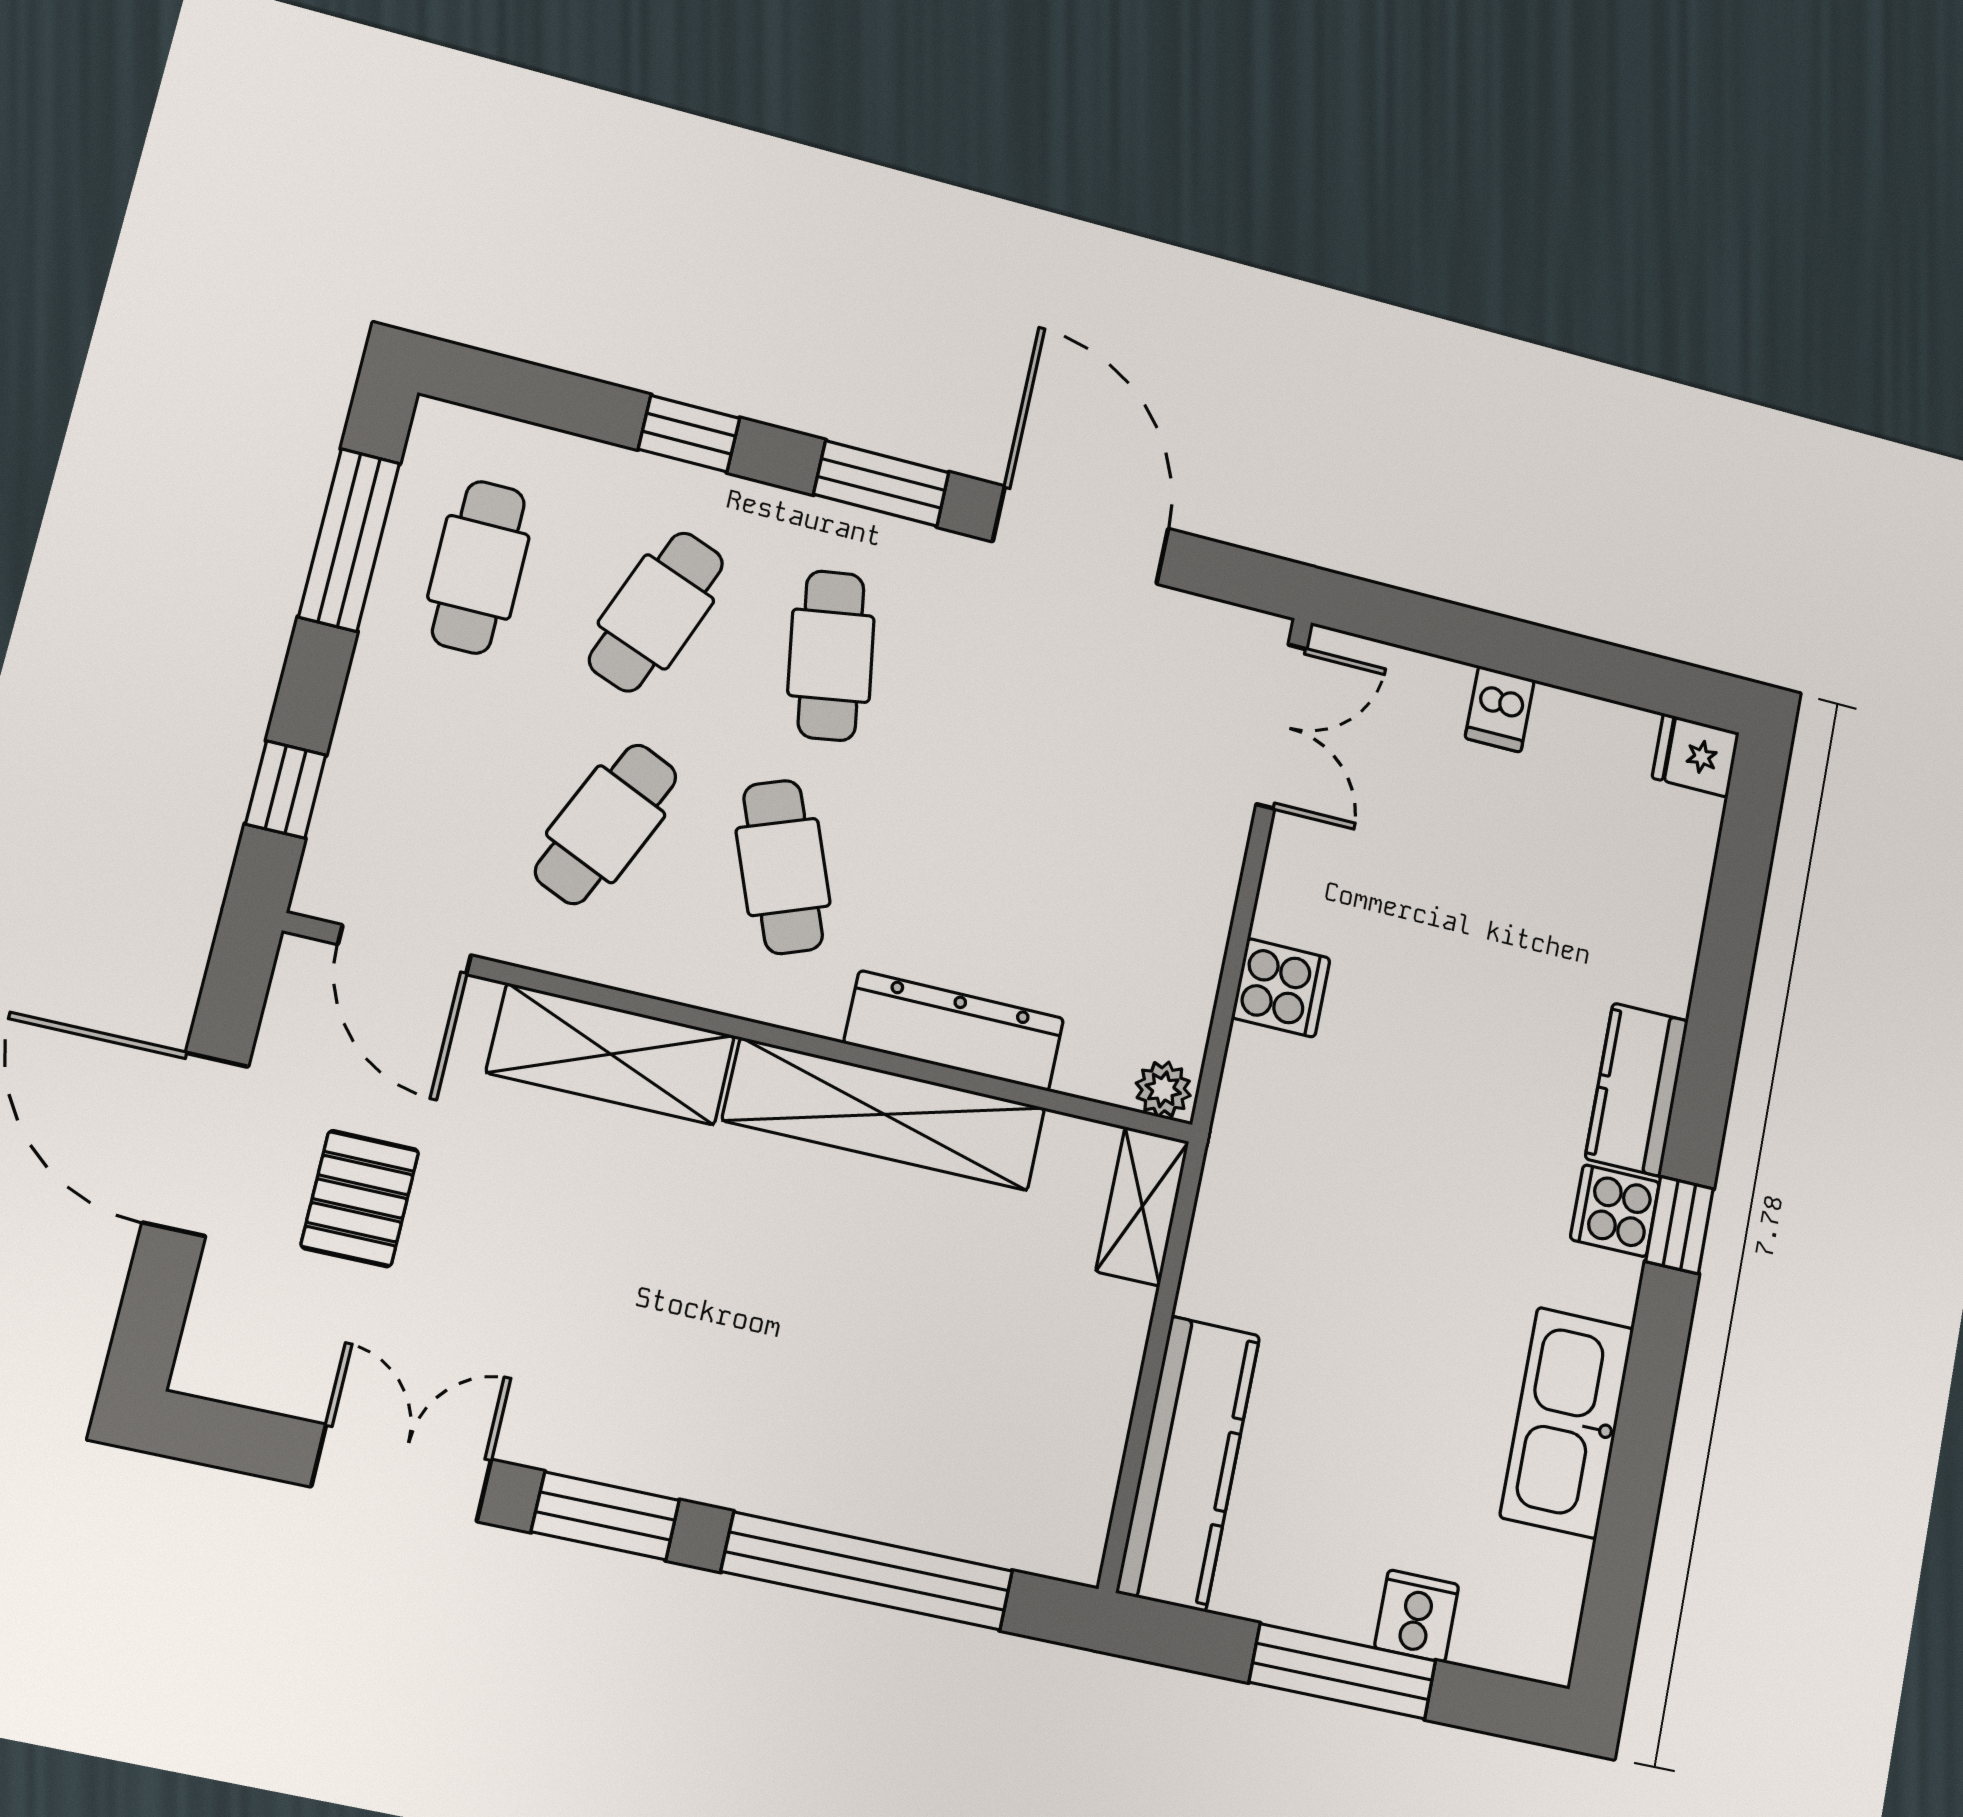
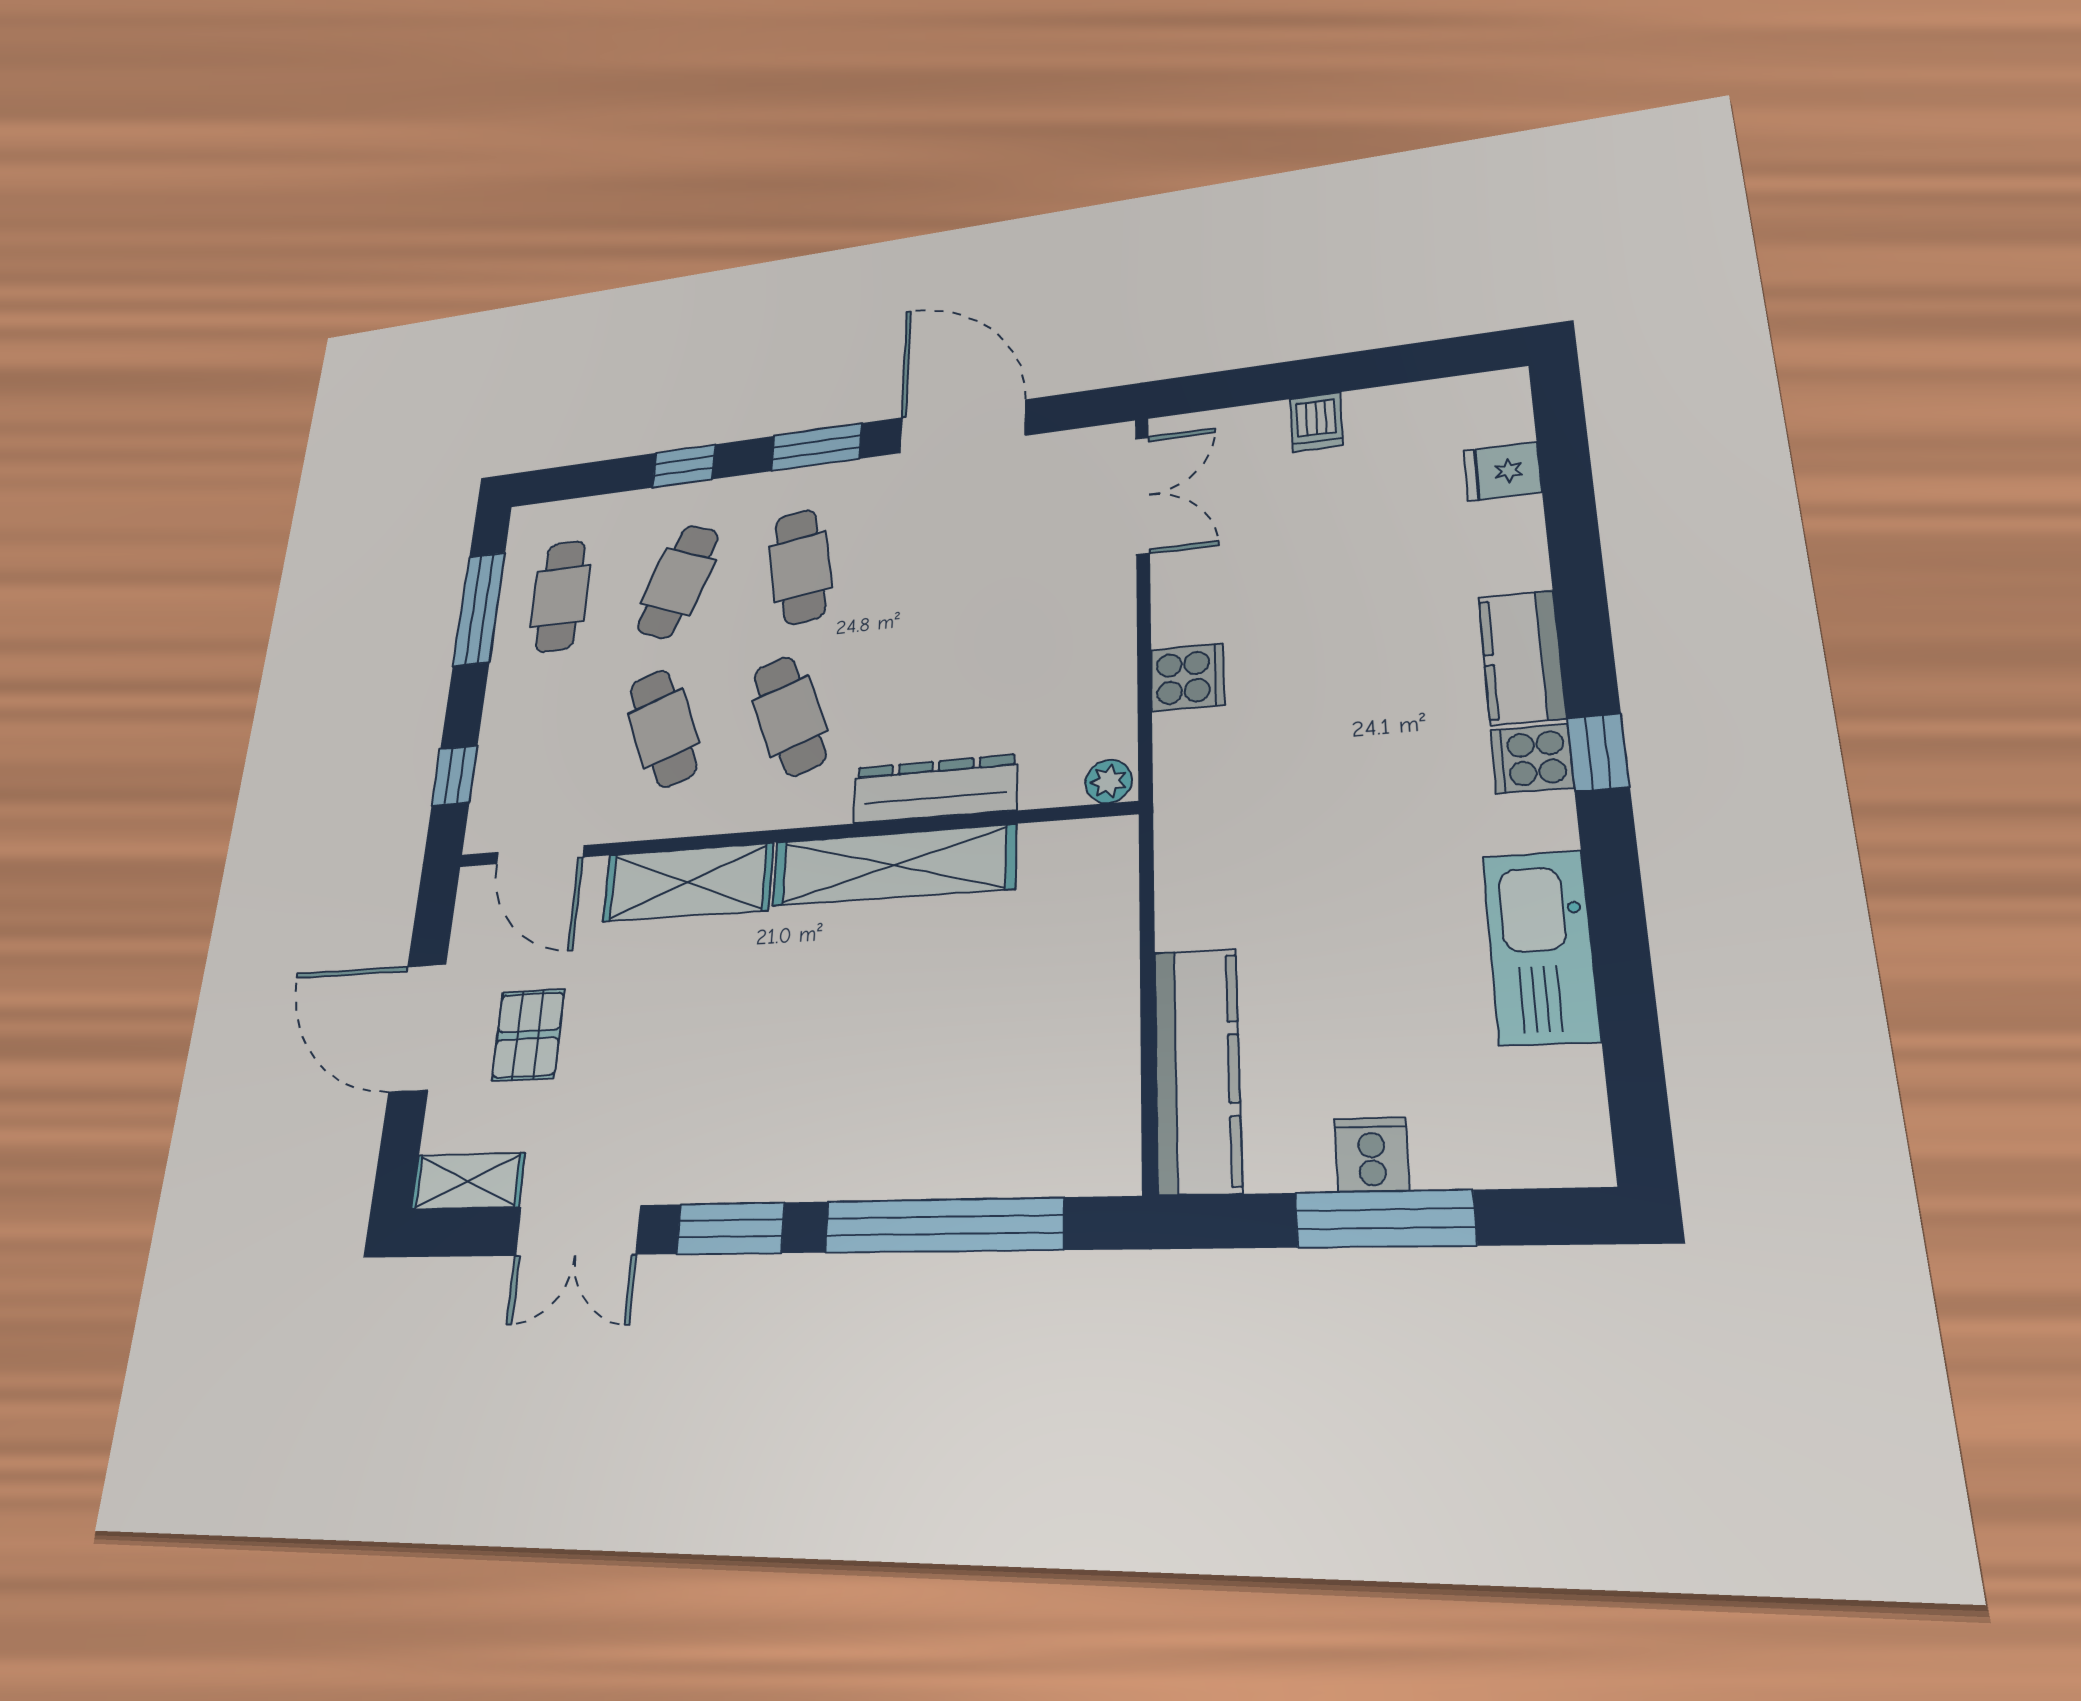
fridge: (1696, 755) -> (1502, 471), moved
cafe table: (606, 824) -> (663, 728), turned -45
shelving: (1142, 1206) -> (468, 1181), moved, turned 90
double door: (402, 1473) -> (578, 1231), swing flipped
cooker: (1417, 1616) -> (1372, 1155), moved

